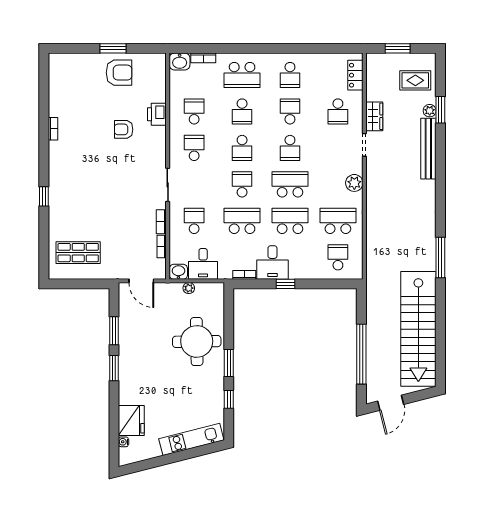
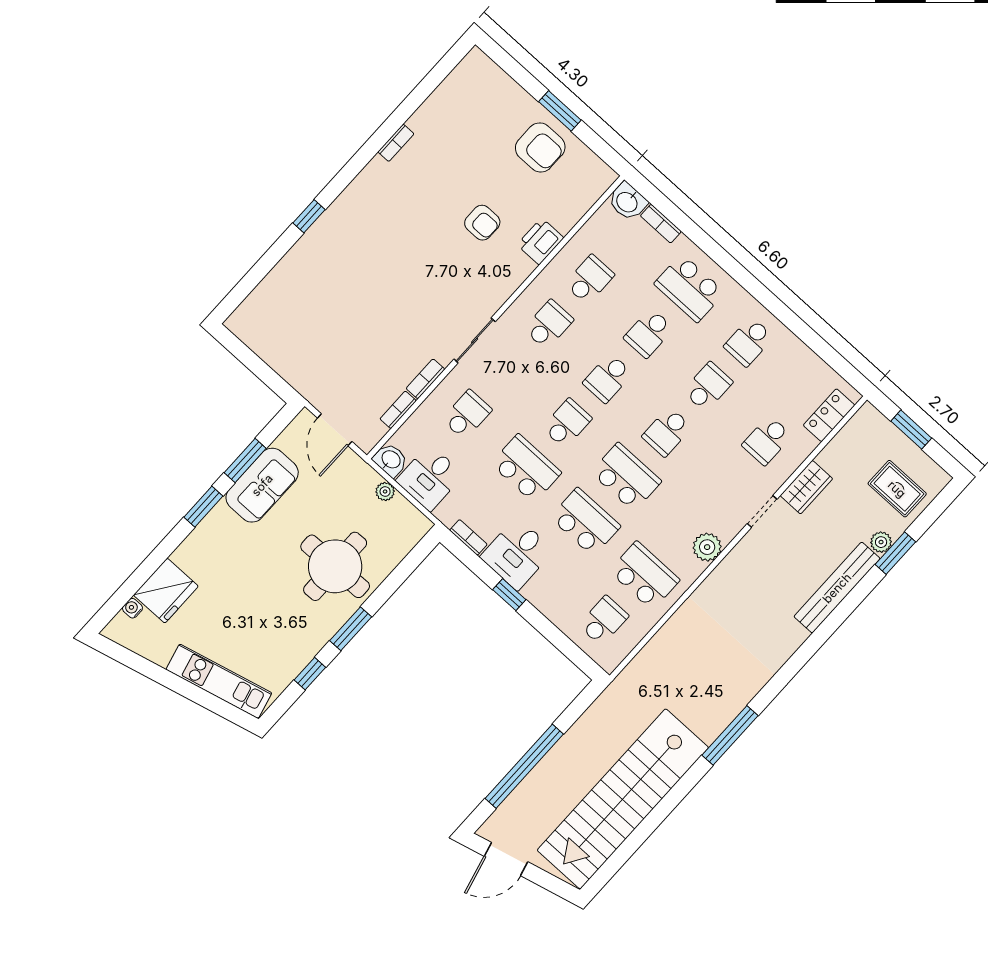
armchair: (124, 129) -> (482, 223), turned 180
shop shelf: (78, 253) -> (288, 324), removed
sofa: (132, 335) -> (262, 485), added

